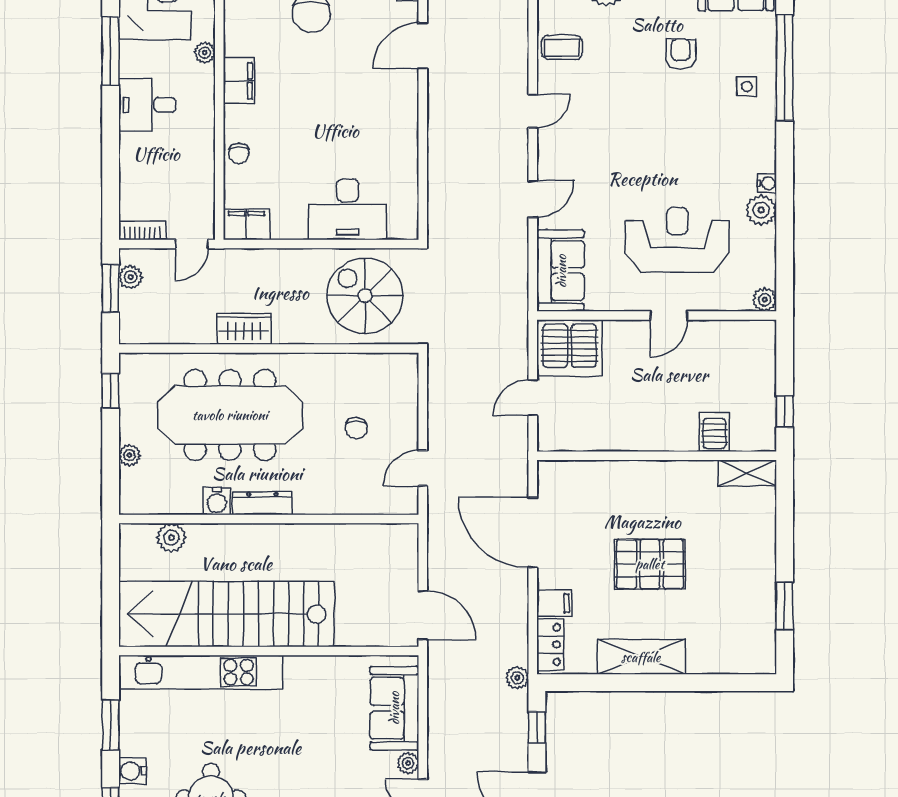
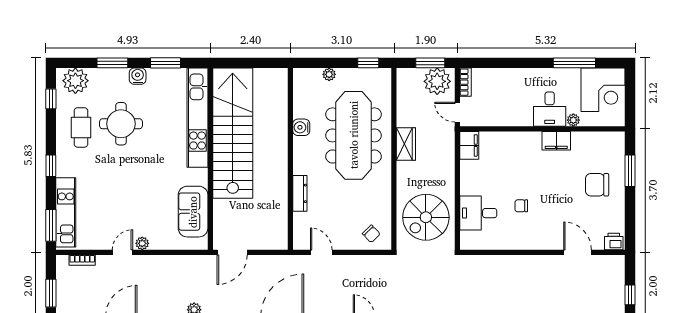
desk: (147, 105) -> (550, 109), moved, turned 180
chair: (239, 153) -> (521, 206), moved
desk: (348, 209) -> (478, 213), width x0.73
plant: (131, 277) -> (437, 81), width x1.88, depth x1.88
spiral stairs: (365, 296) -> (426, 217), turned 180
chair: (356, 428) -> (371, 234), moved, turned -134
dresser: (262, 503) -> (300, 193), moved
plant: (171, 538) -> (279, 100), removed
sofa: (394, 708) -> (193, 212), moved, turned -90

